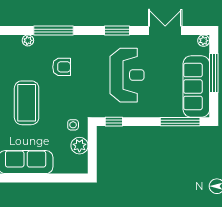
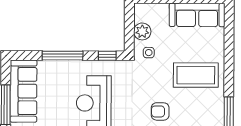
coffee table: (27, 103) -> (196, 75), turned 90
window: (180, 122) -> (63, 56), moved

